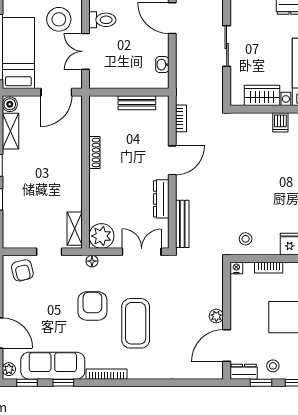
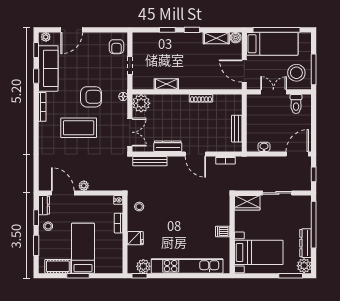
wardrobe: (262, 95) -> (247, 203), moved, turned 90
shelving: (75, 229) -> (166, 84), moved
armchair: (22, 270) -> (116, 47), turned -77

